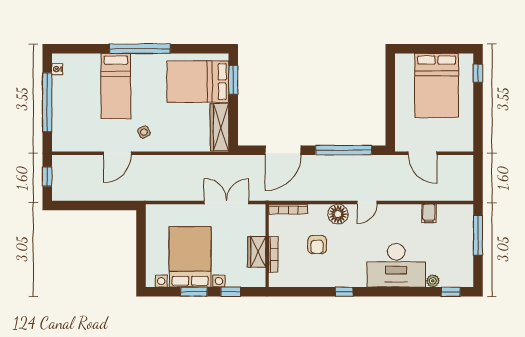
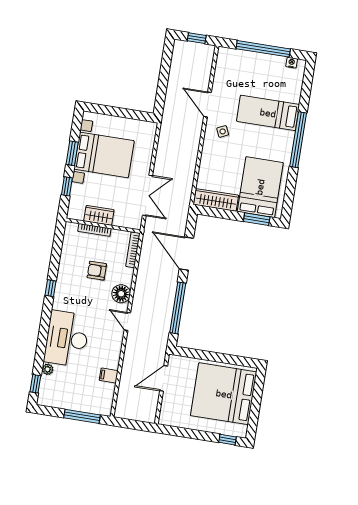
bed: (437, 85) -> (224, 394), width x1.36

